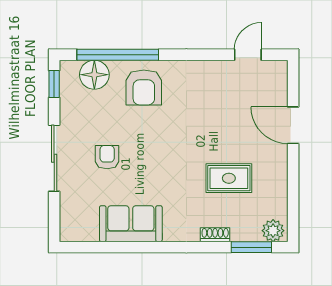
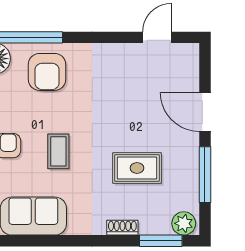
coffee table: (155, 163) -> (58, 151), added
window: (293, 184) -> (205, 175), added

